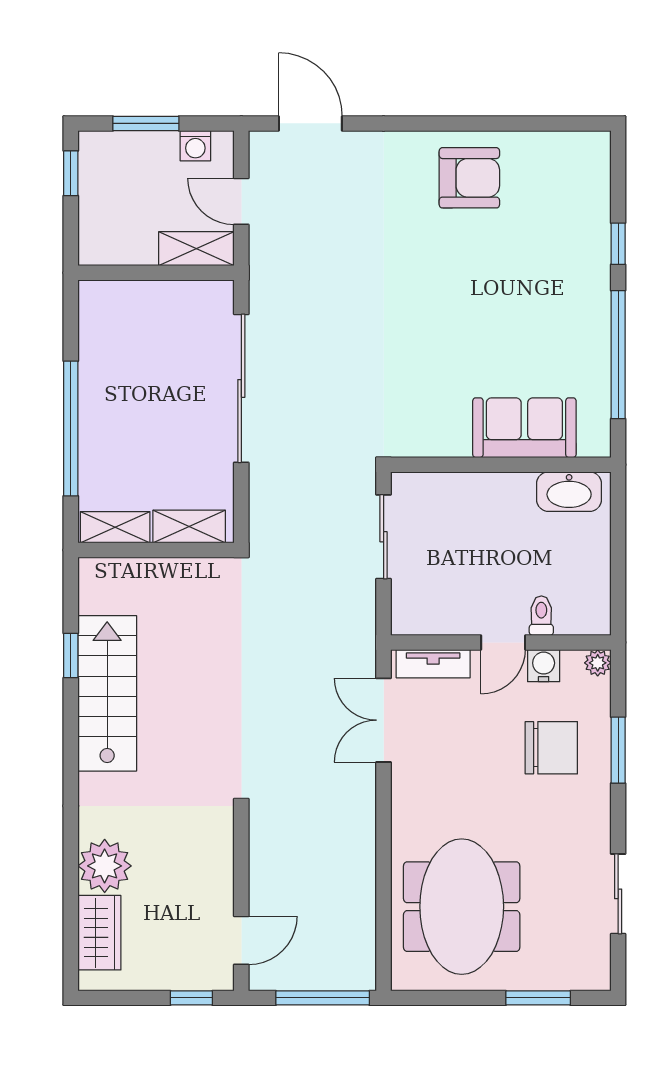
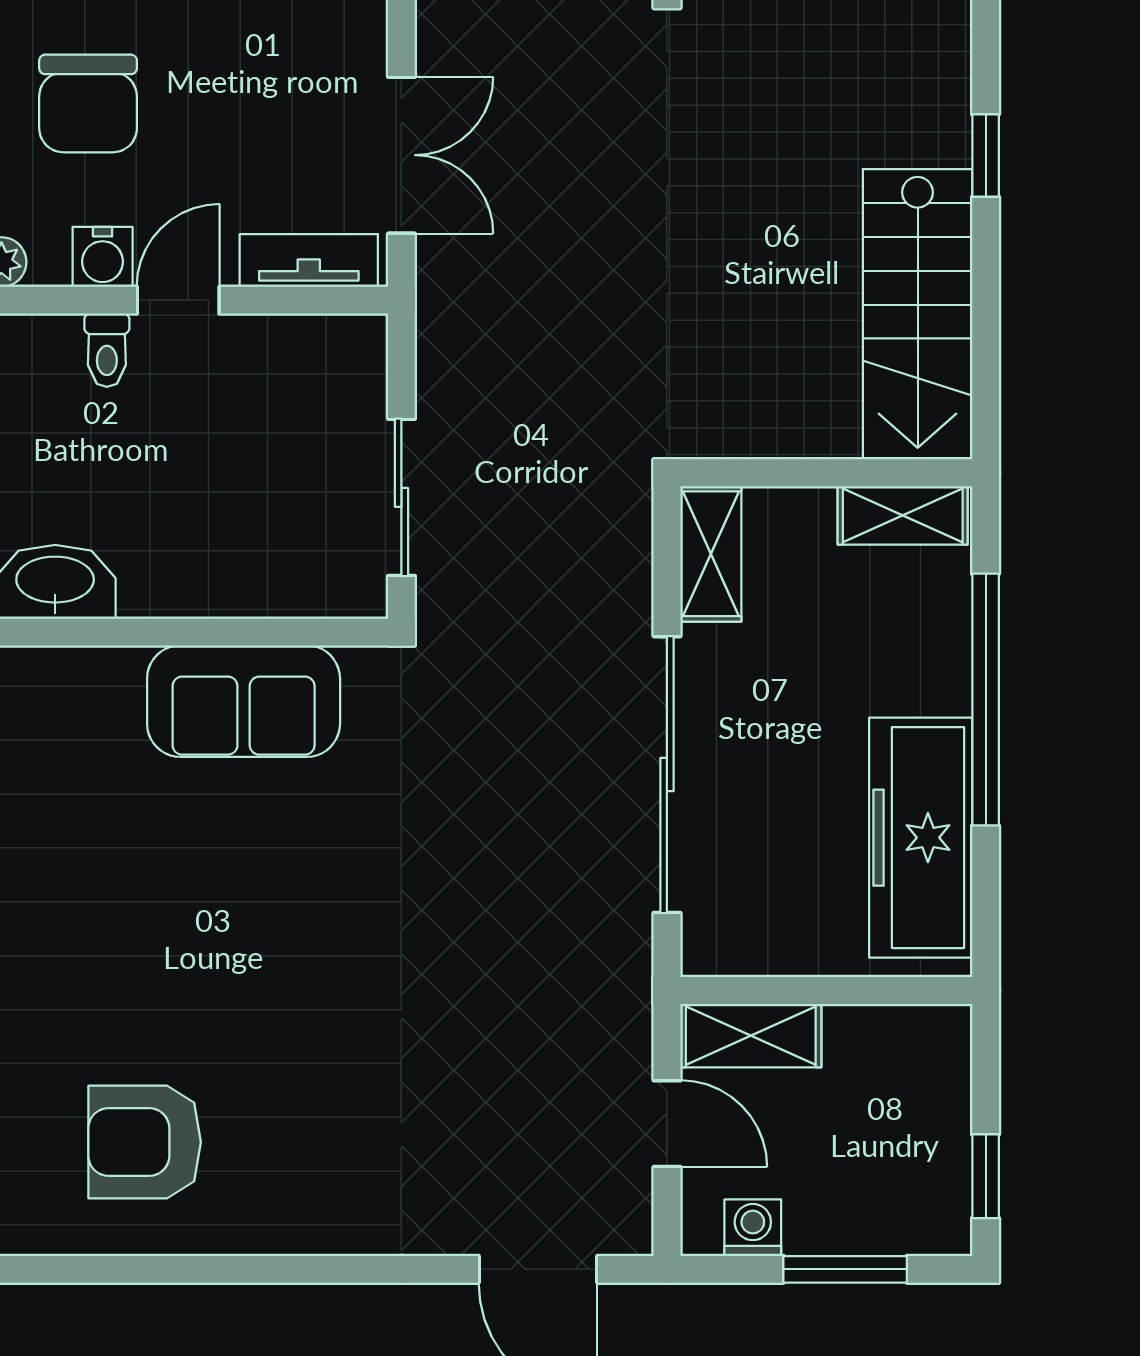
armchair: (469, 178) -> (145, 1142), moved
freezer: (105, 355) -> (921, 838), added
sofa: (524, 428) -> (244, 701), moved
shelving: (189, 527) -> (711, 554), moved, turned 90
window: (71, 656) -> (986, 156), moved
stairs: (107, 693) -> (918, 314), moved
chair: (551, 748) -> (88, 103), turned -90

